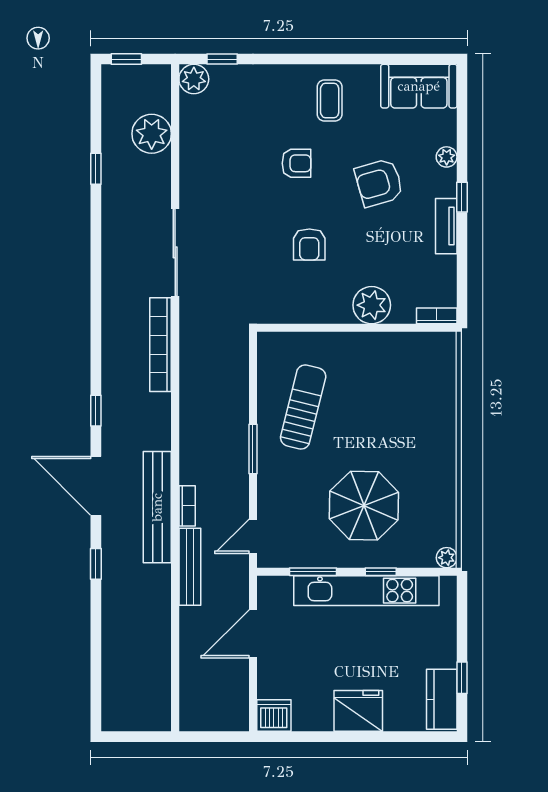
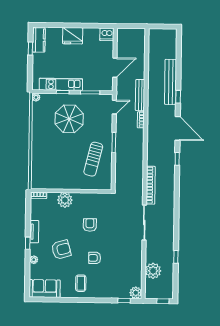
bench: (157, 507) -> (171, 82), moved
kitchen unit: (366, 591) -> (61, 84), width x0.73

